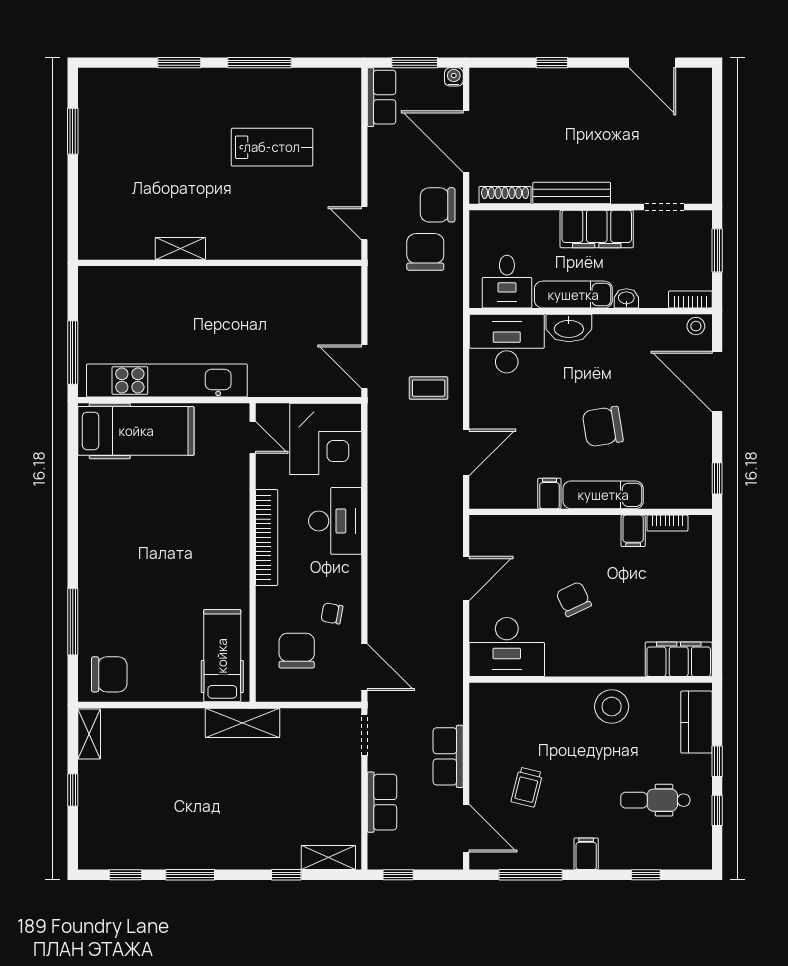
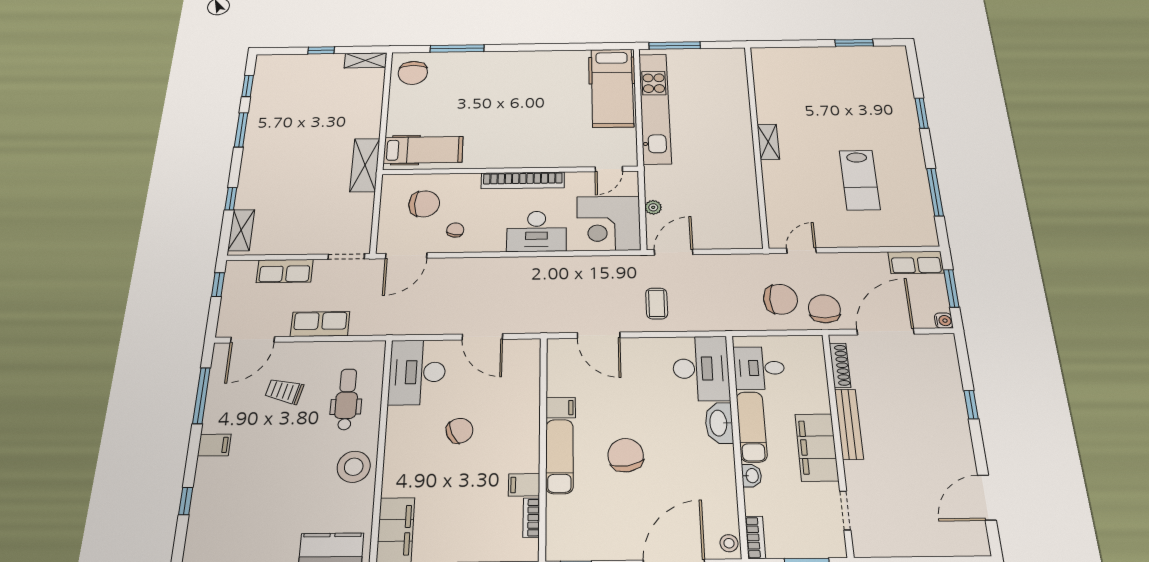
window: (259, 63) -> (935, 192), moved
shelving: (180, 249) -> (768, 142), moved
plant: (305, 387) -> (653, 207), added
dental chair: (655, 800) -> (347, 399), moved

